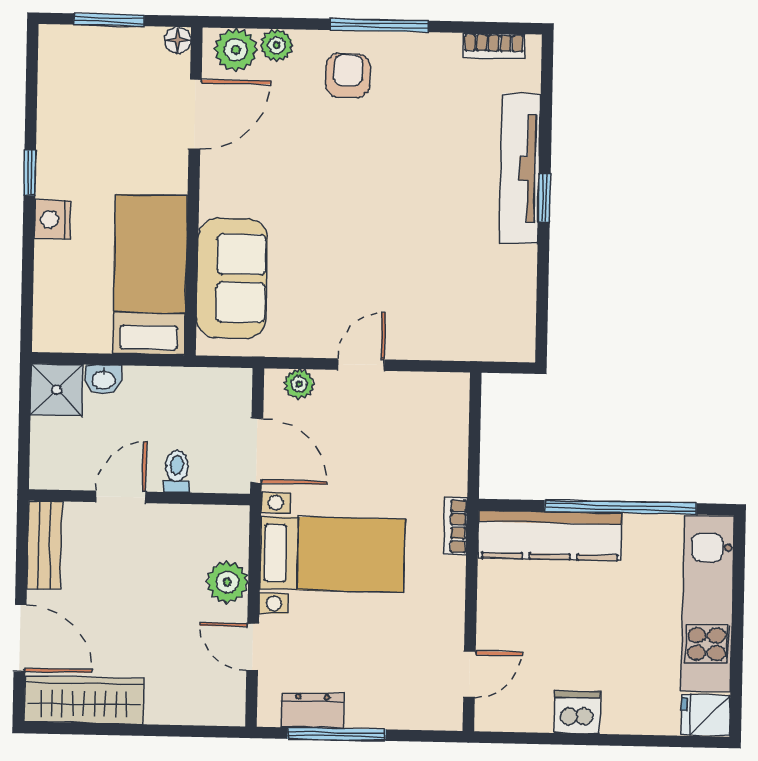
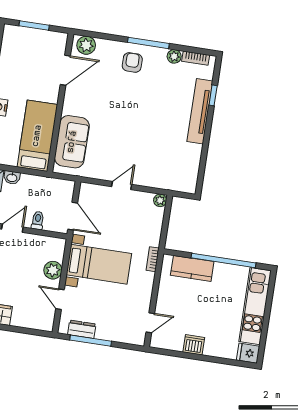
floor lamp: (178, 40) -> (62, 38), removed
plant: (277, 45) -> (174, 56), moved
window: (544, 198) -> (213, 95), moved
plant: (299, 384) -> (160, 200), moved
kitchen counter: (550, 535) -> (192, 268), width x0.67

